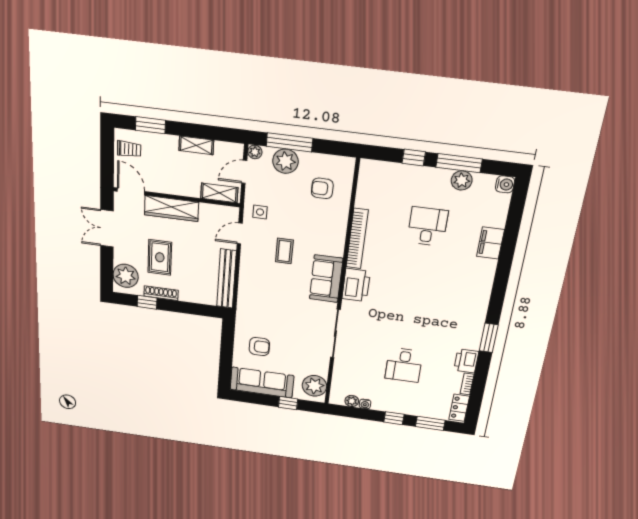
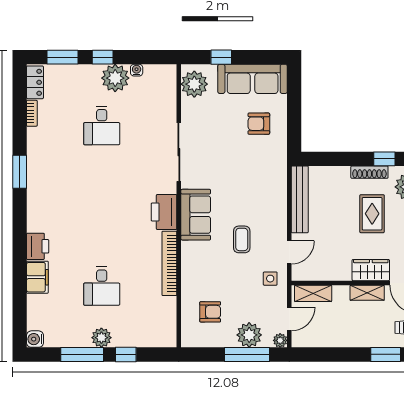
shelving: (196, 145) -> (367, 293), moved
plant: (462, 180) -> (101, 338), moved
wardrobe: (171, 208) -> (371, 270), width x0.67
printer: (466, 361) -> (38, 246), moved
desk: (404, 365) -> (102, 126), turned 180
plant: (352, 401) -> (115, 78), moved, width x1.88, depth x1.88

